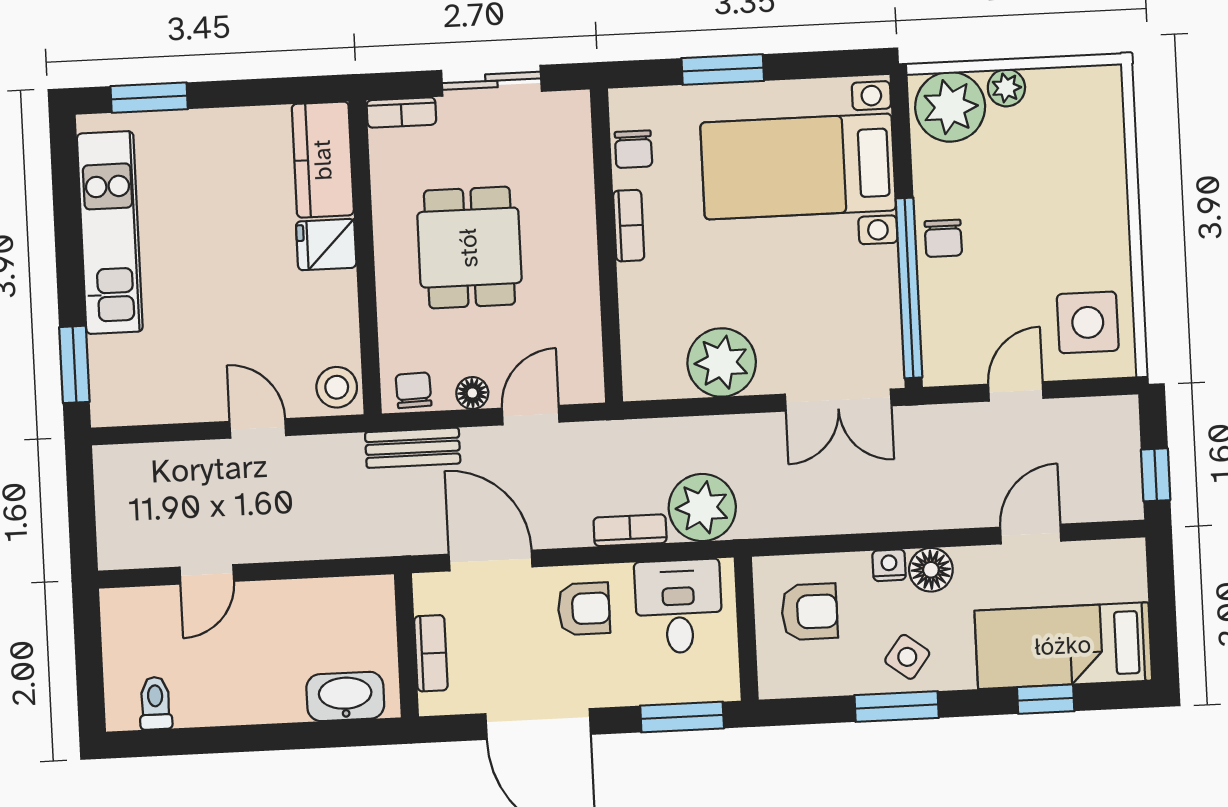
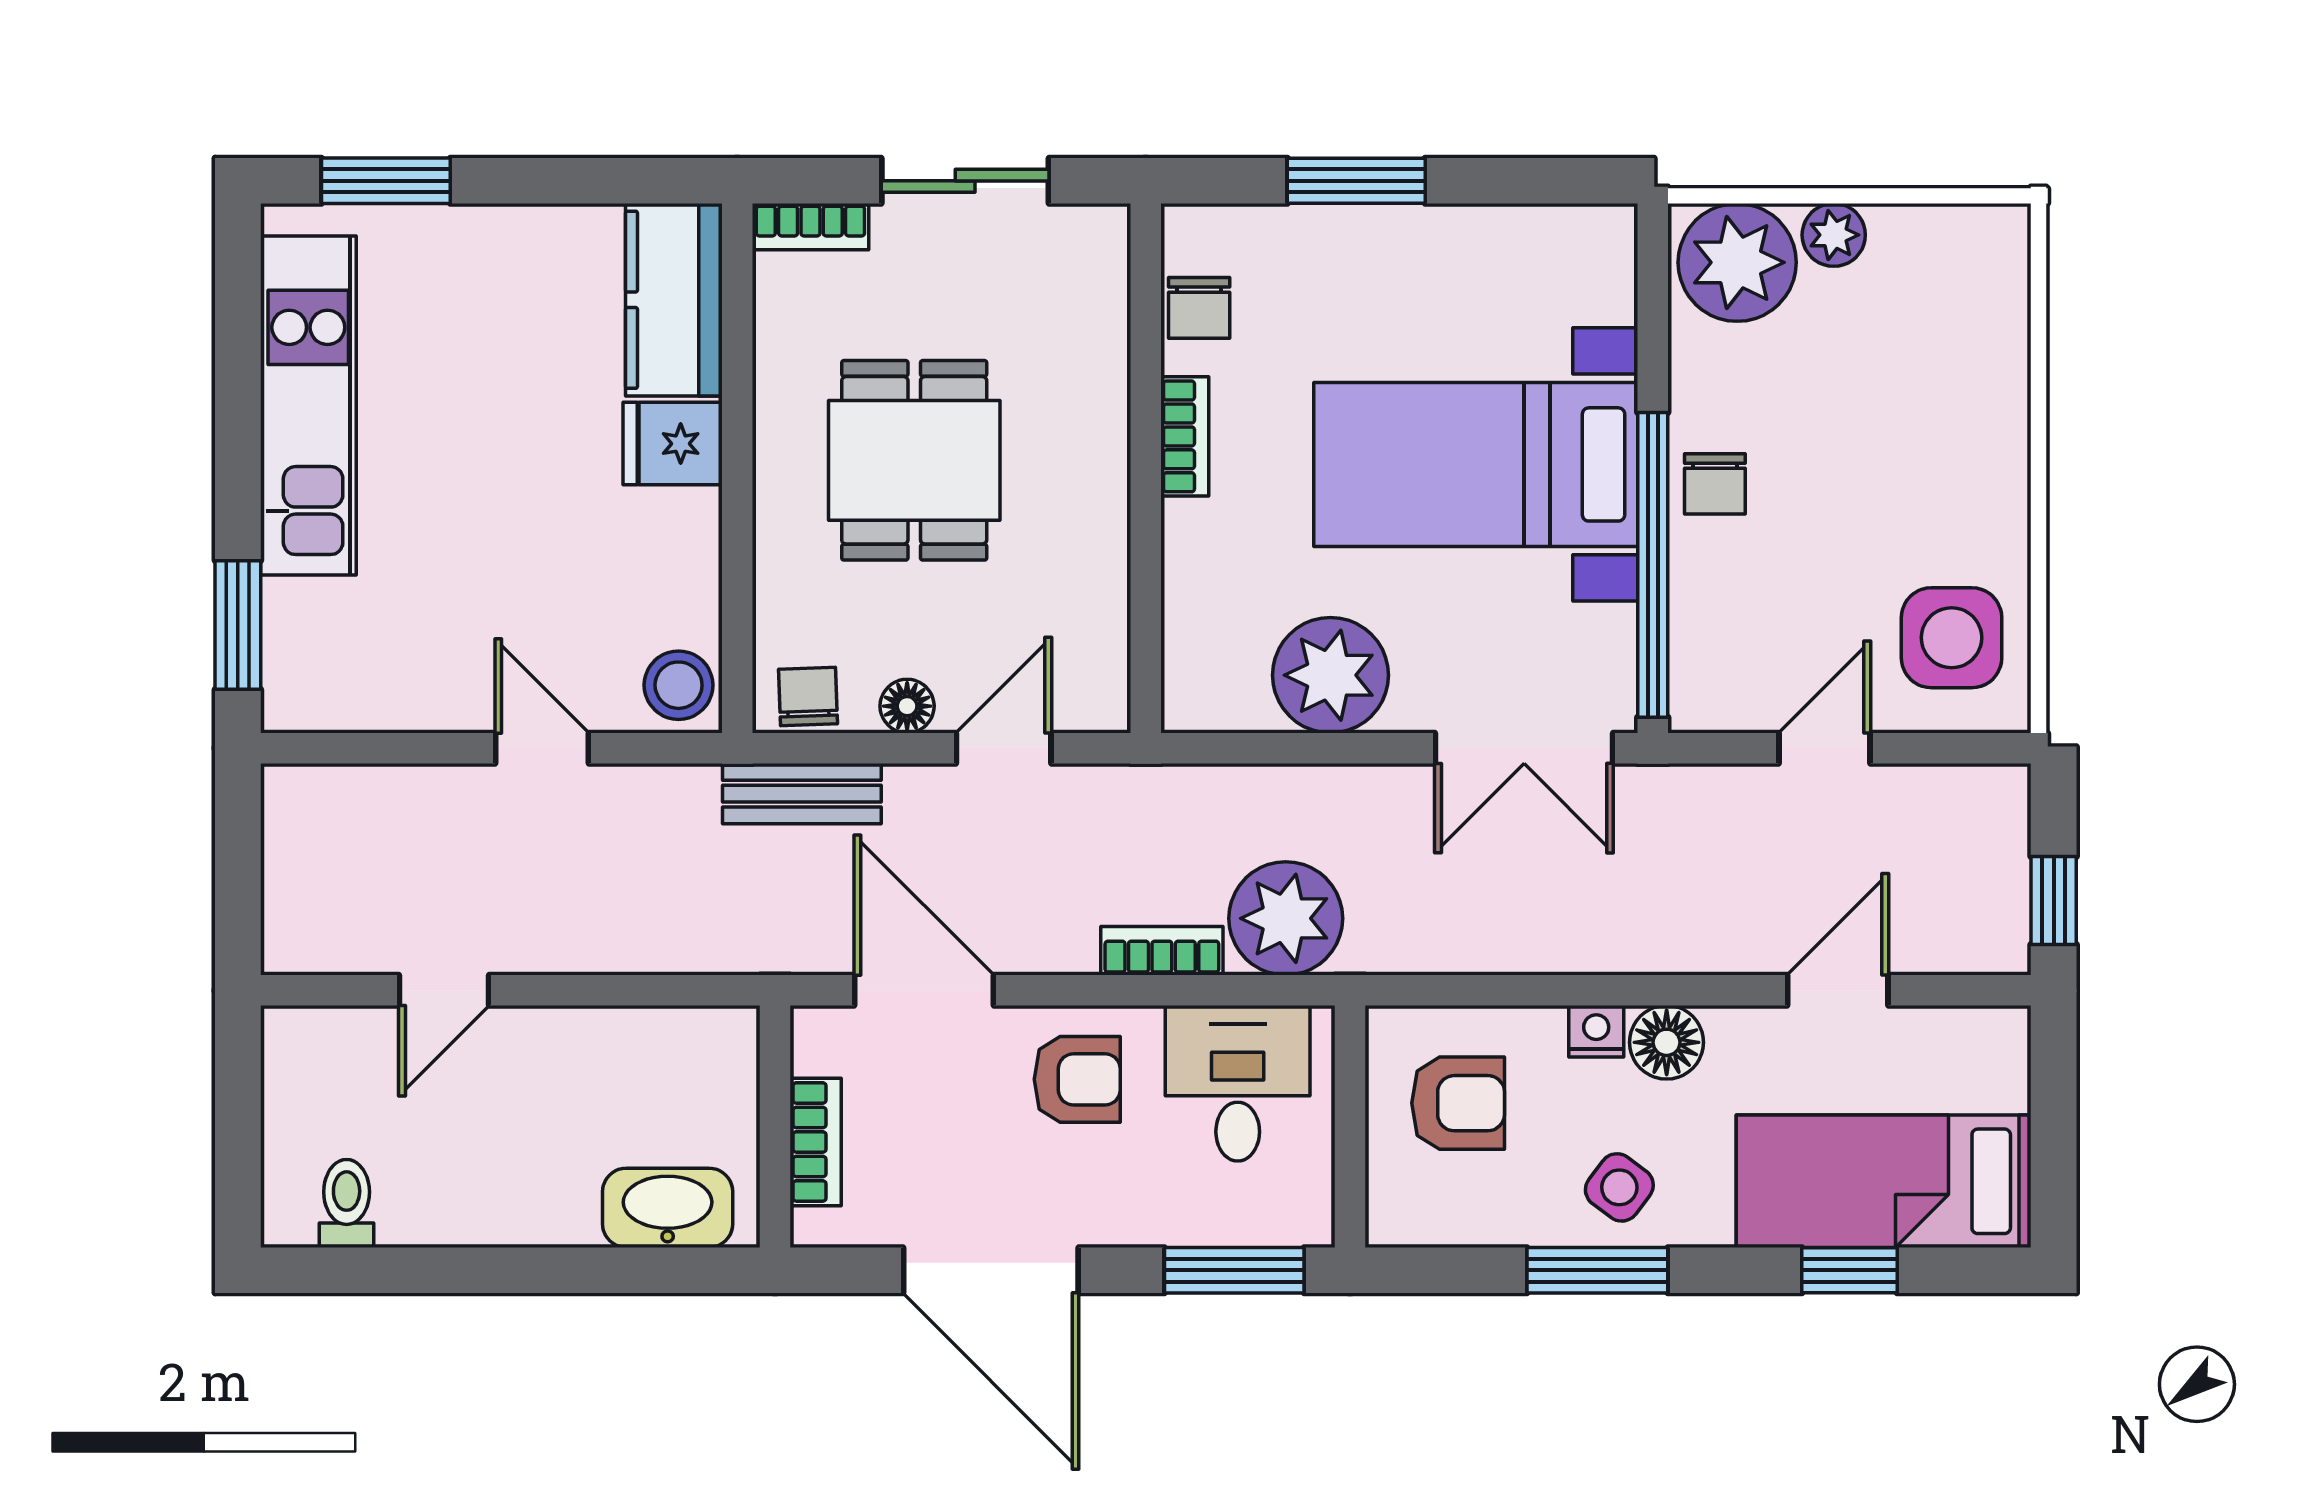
bed with nightstands: (798, 166) -> (1476, 464), moved

